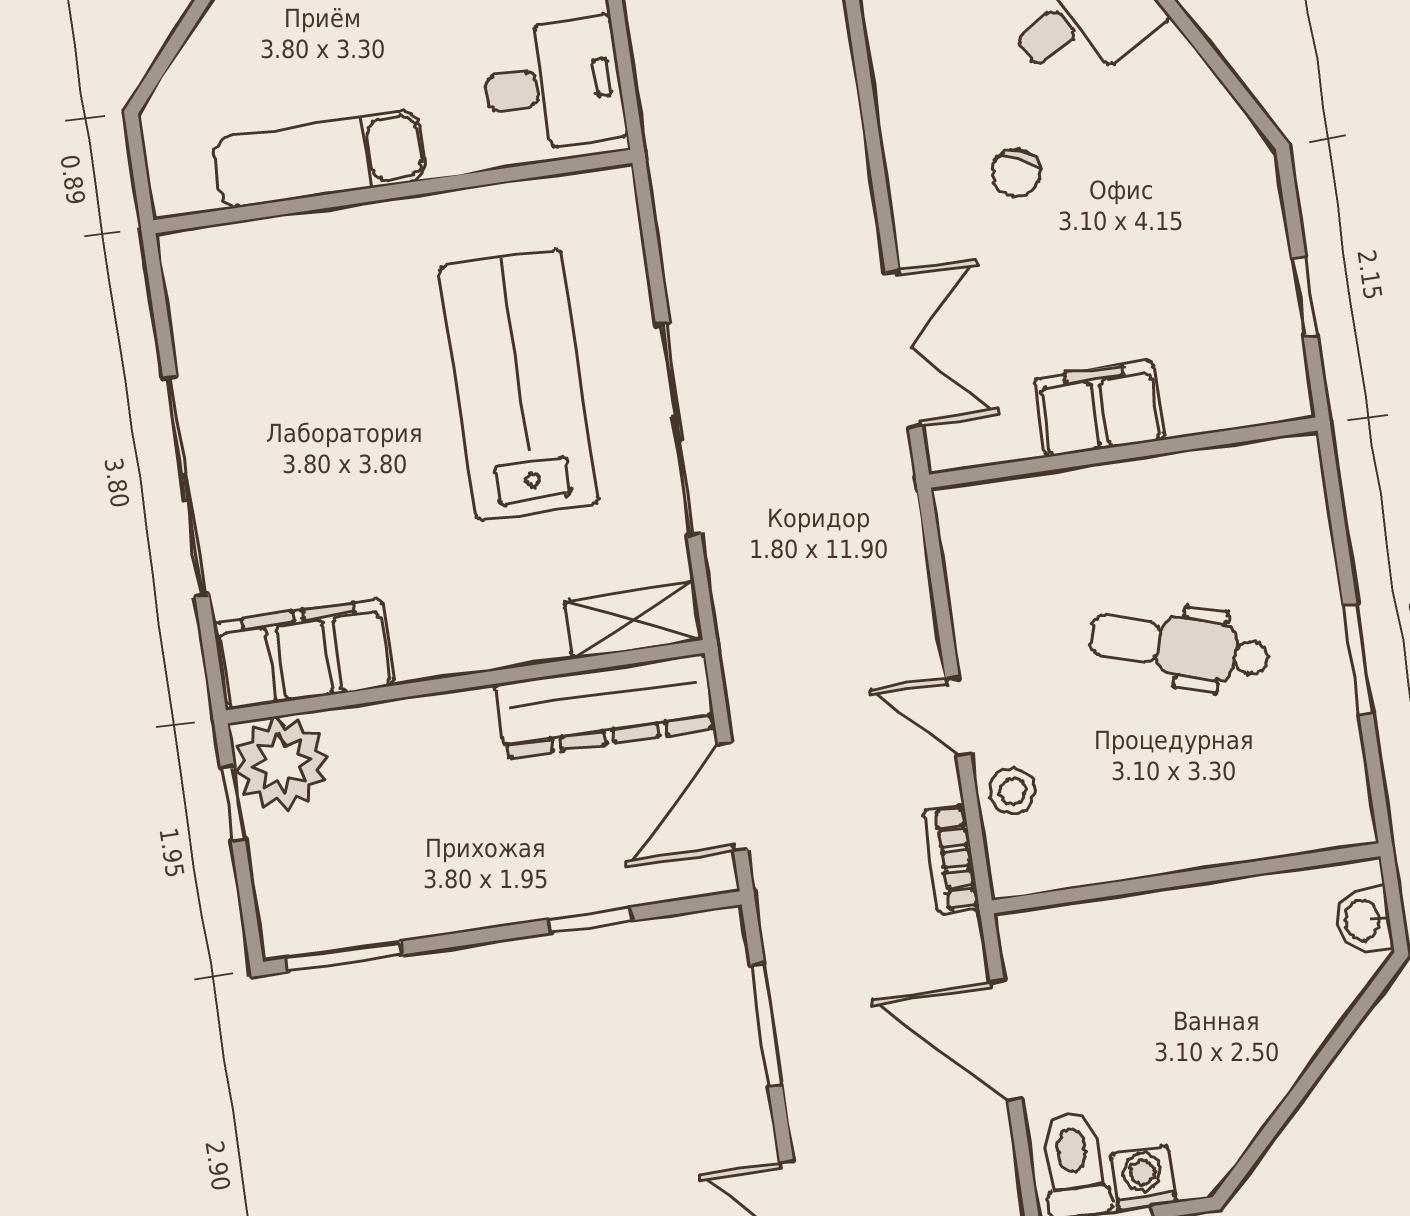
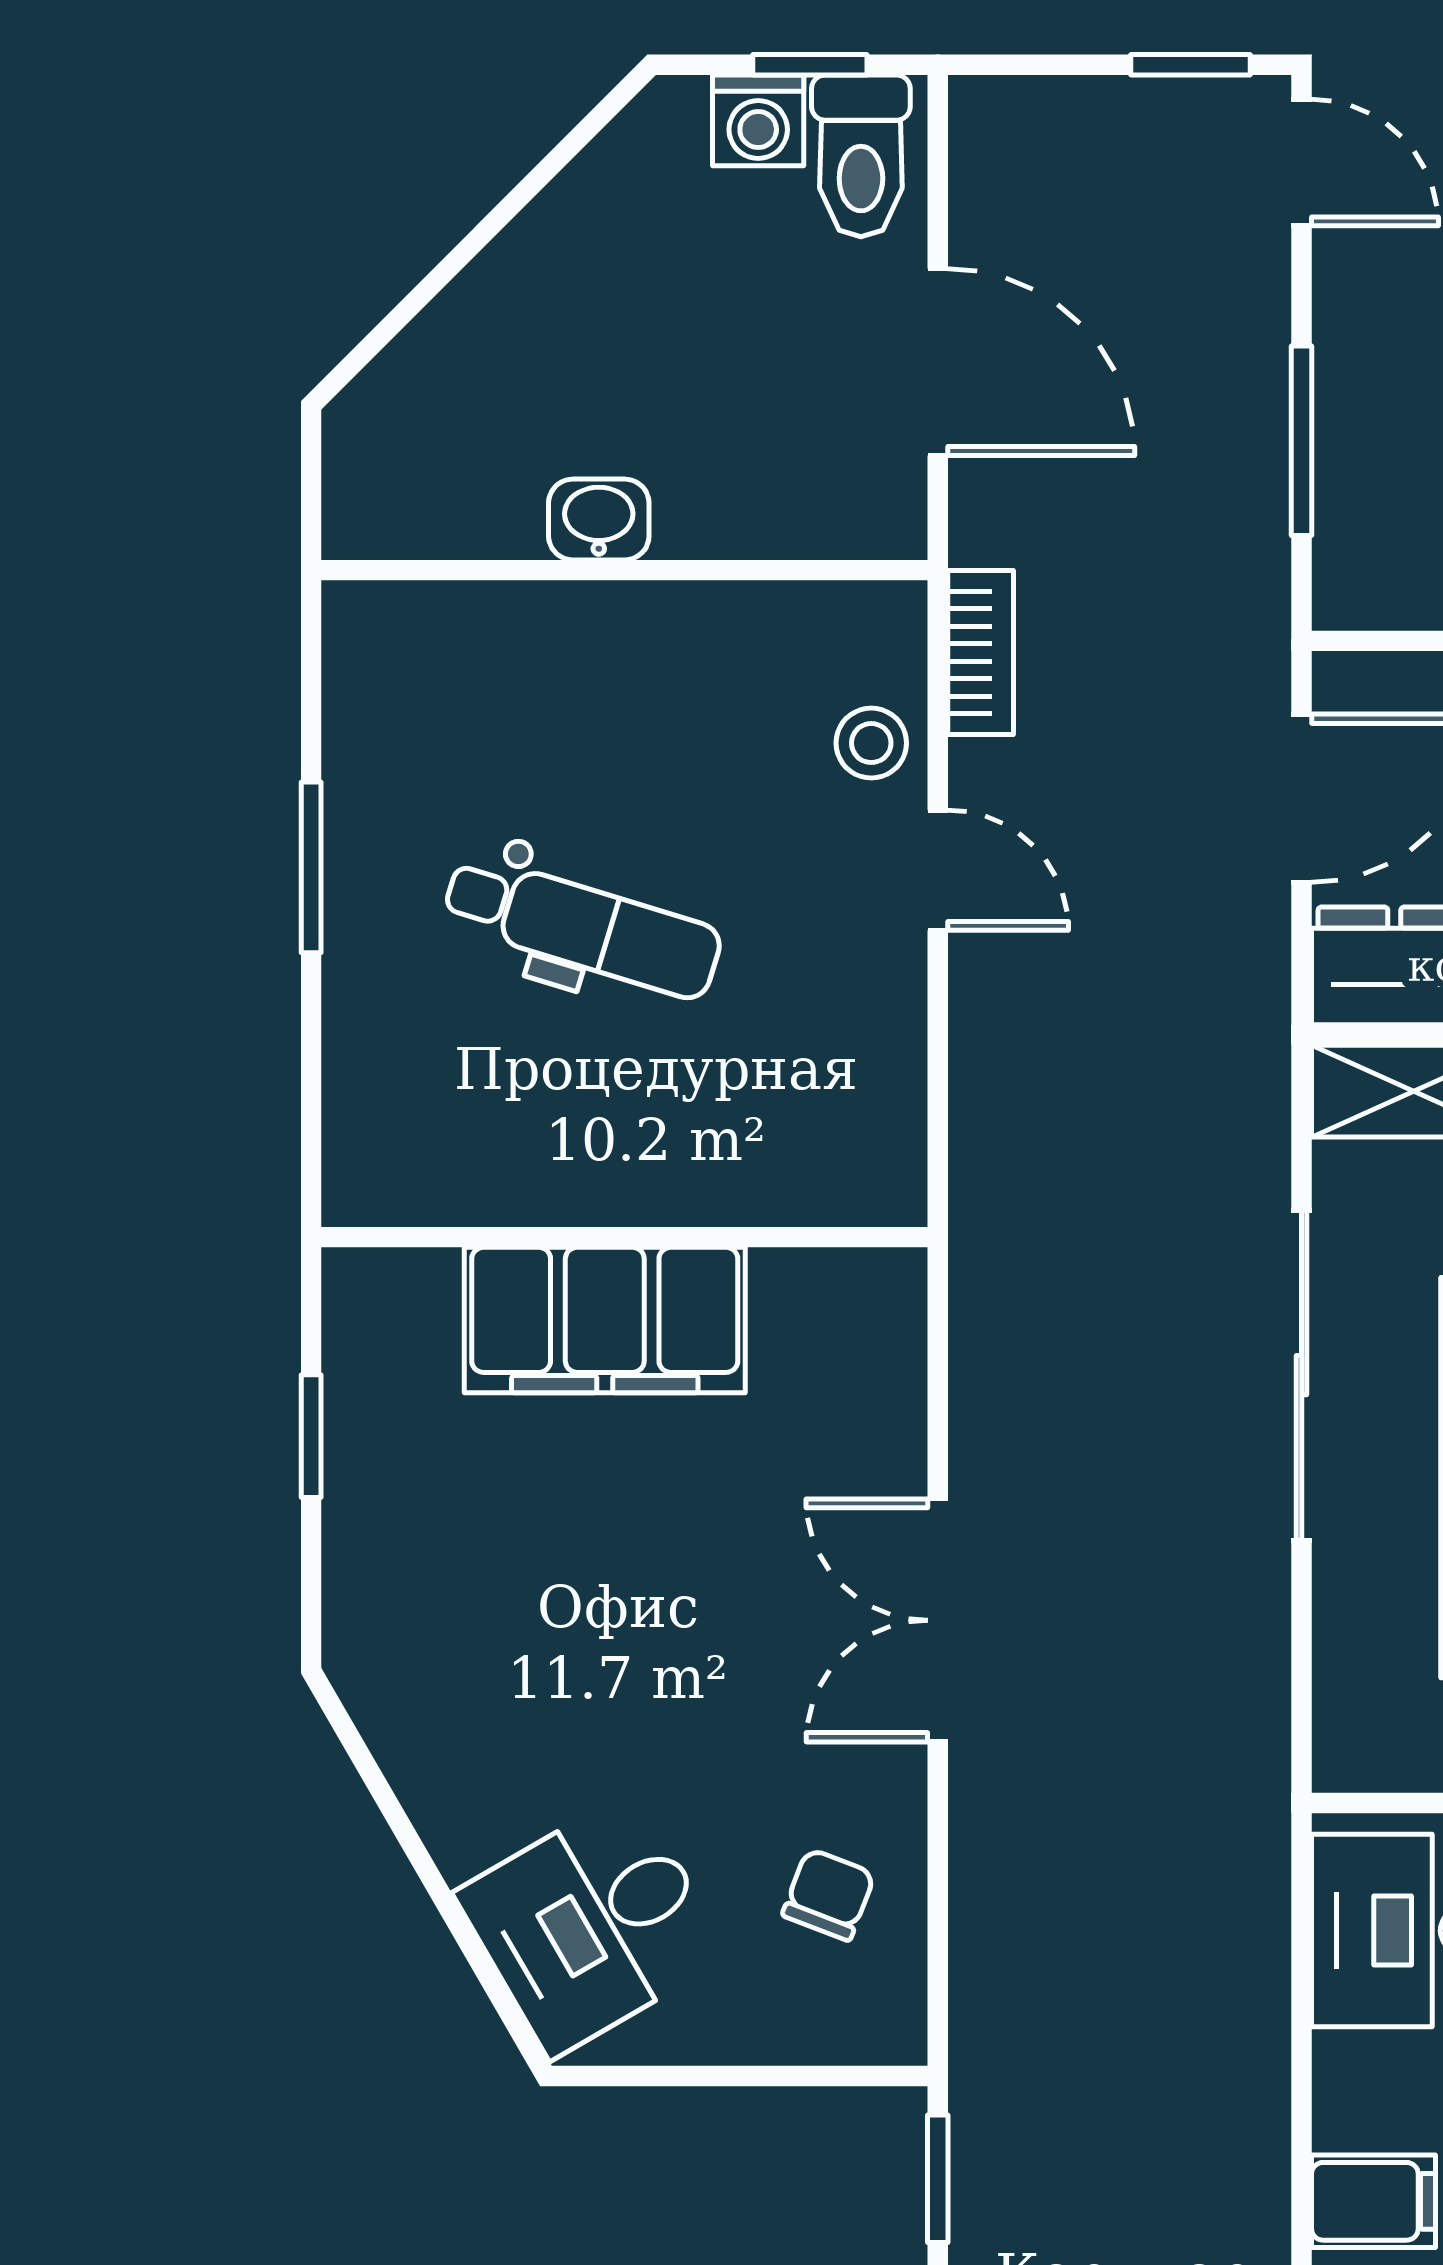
chair: (1016, 173) -> (829, 1895), moved
double door: (904, 349) -> (938, 1620), moved
filing cabinet: (1099, 409) -> (605, 1320), width x1.50, depth x1.17
washbasin: (1364, 920) -> (599, 520), moved, turned -90

